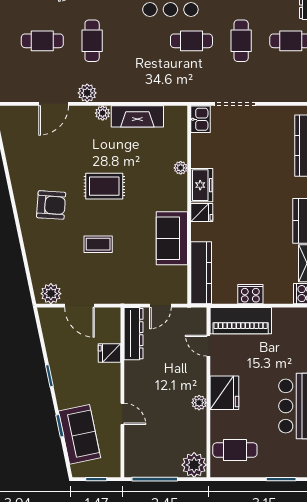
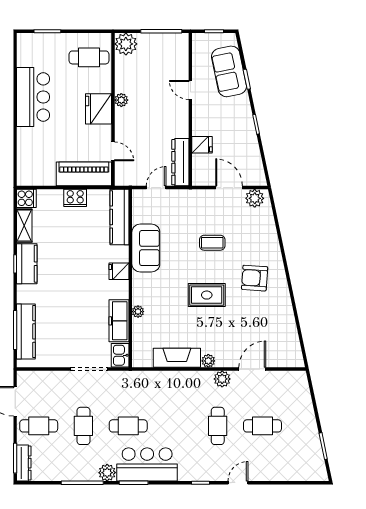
freezer: (202, 185) -> (119, 321), moved, width x1.40

